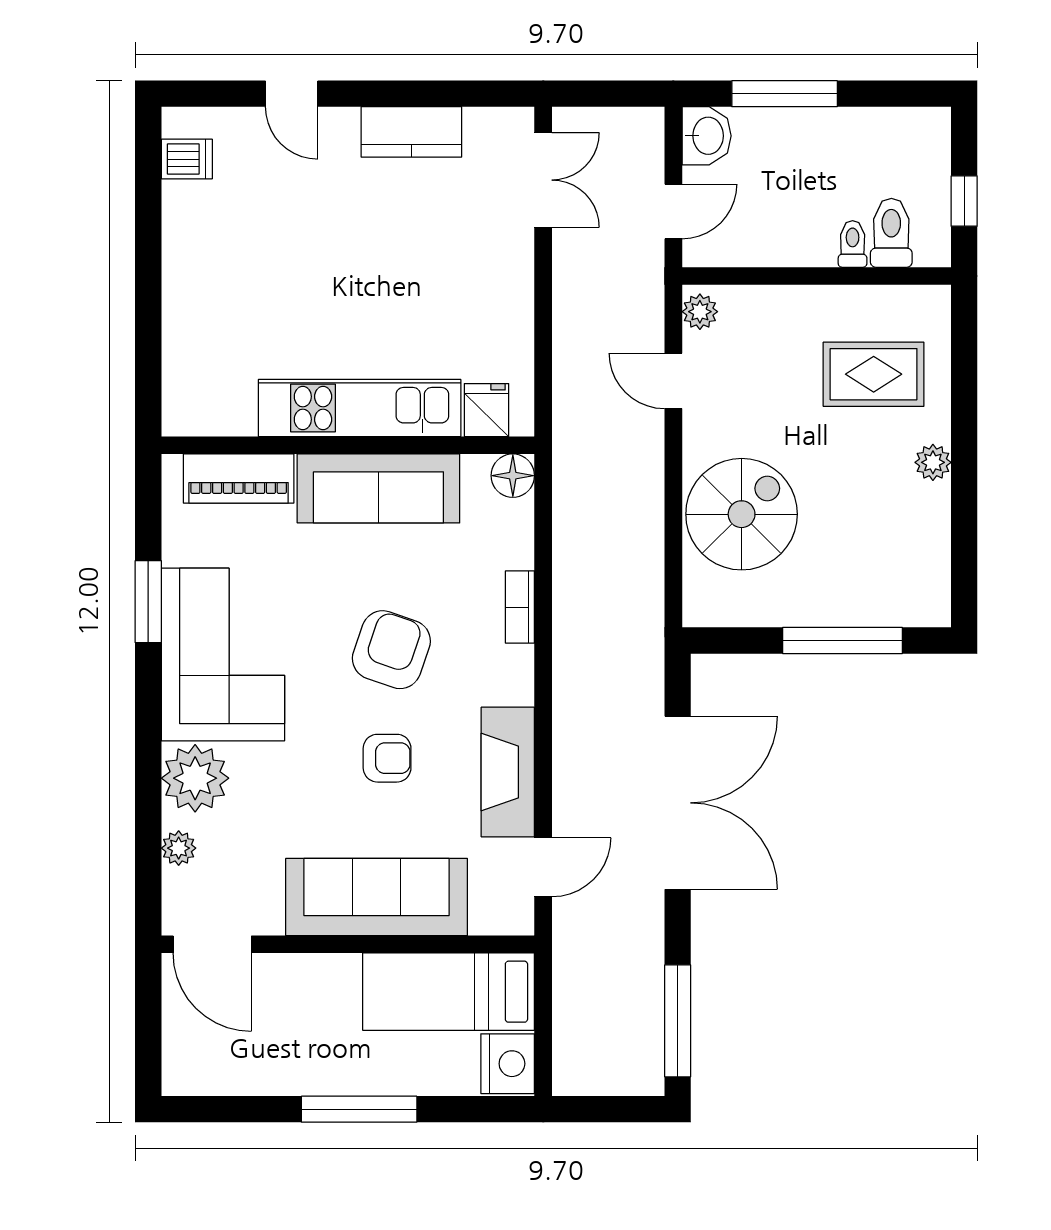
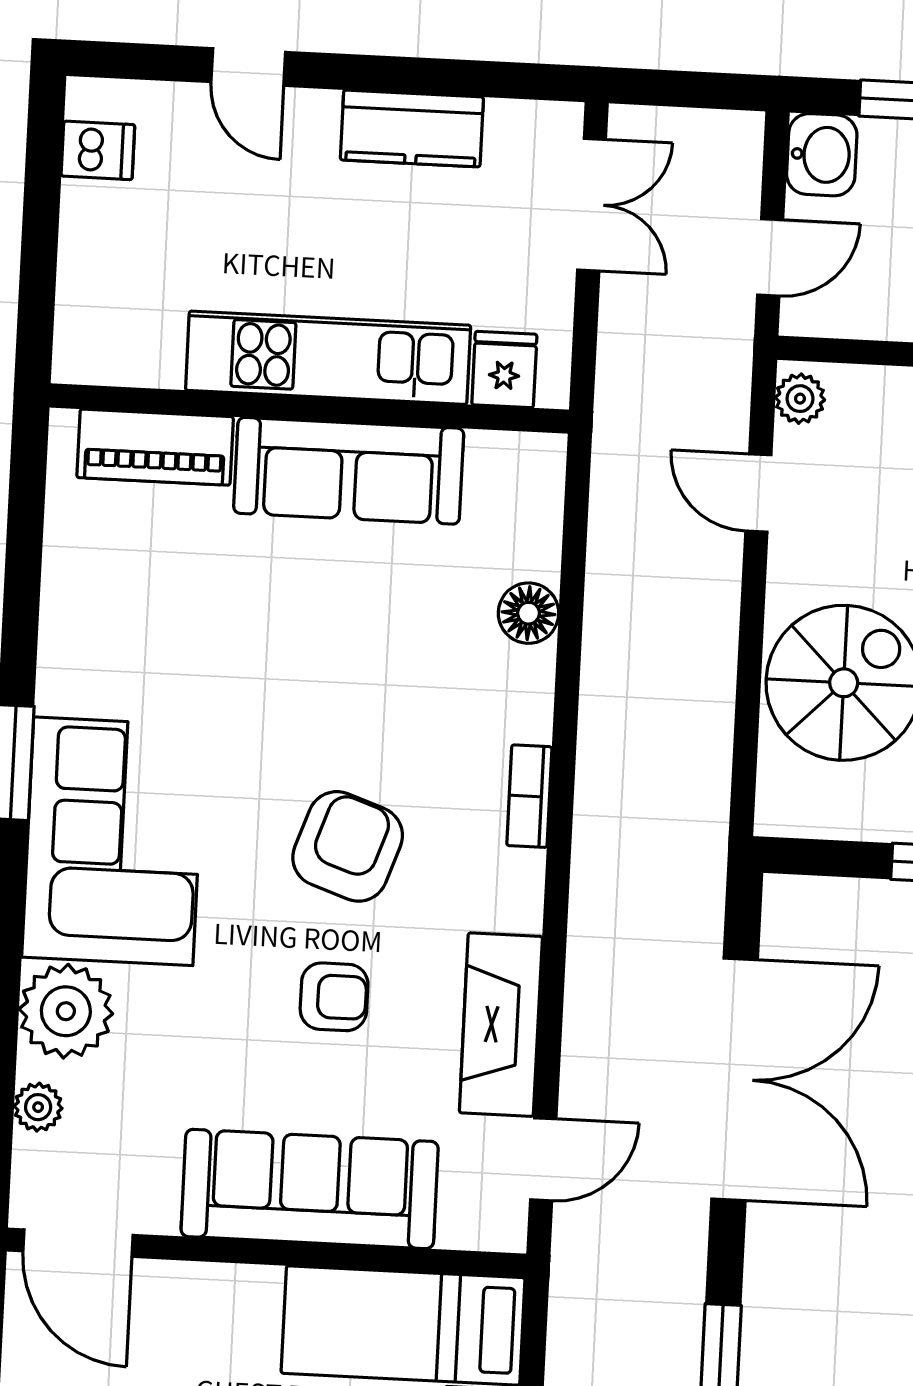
kitchen unit: (360, 408) -> (328, 358), moved
fridge: (487, 410) -> (504, 369), moved
wall: (348, 445) -> (309, 409), moved
piano: (239, 479) -> (155, 447), moved
sofa: (378, 488) -> (349, 471), moved

